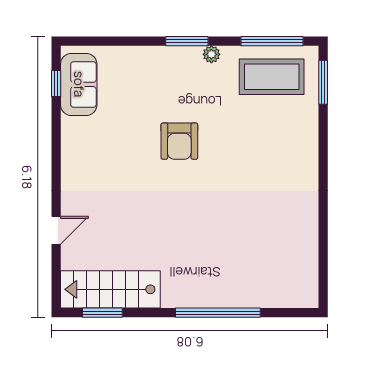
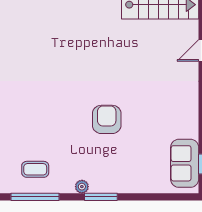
coffee table: (272, 77) -> (35, 169), width x0.54, depth x0.58

